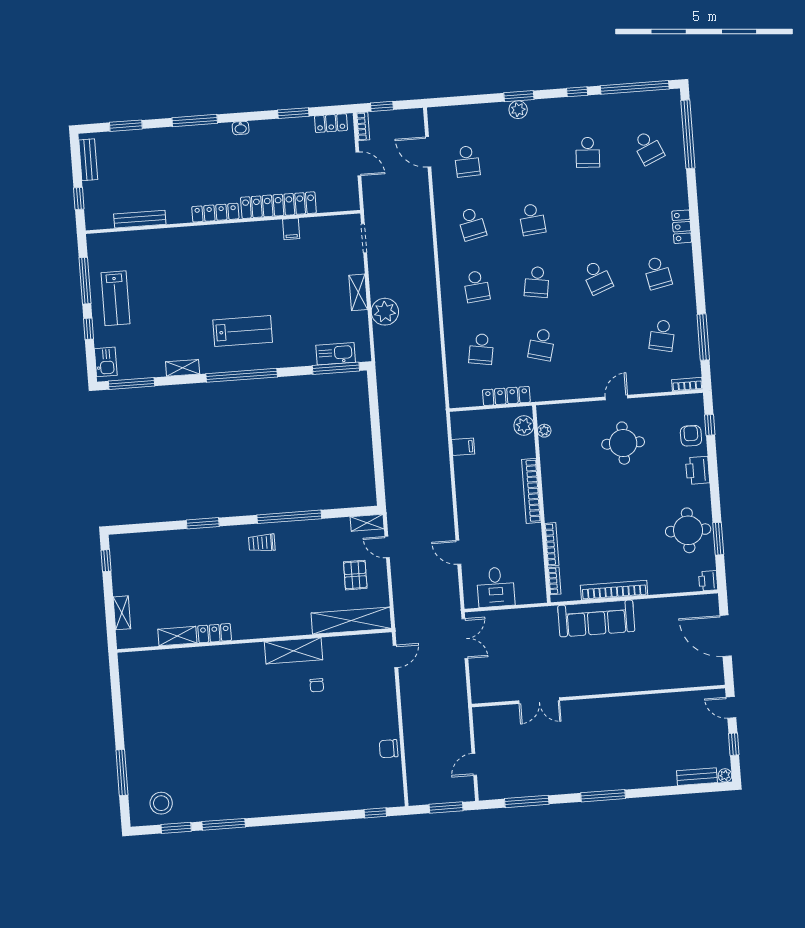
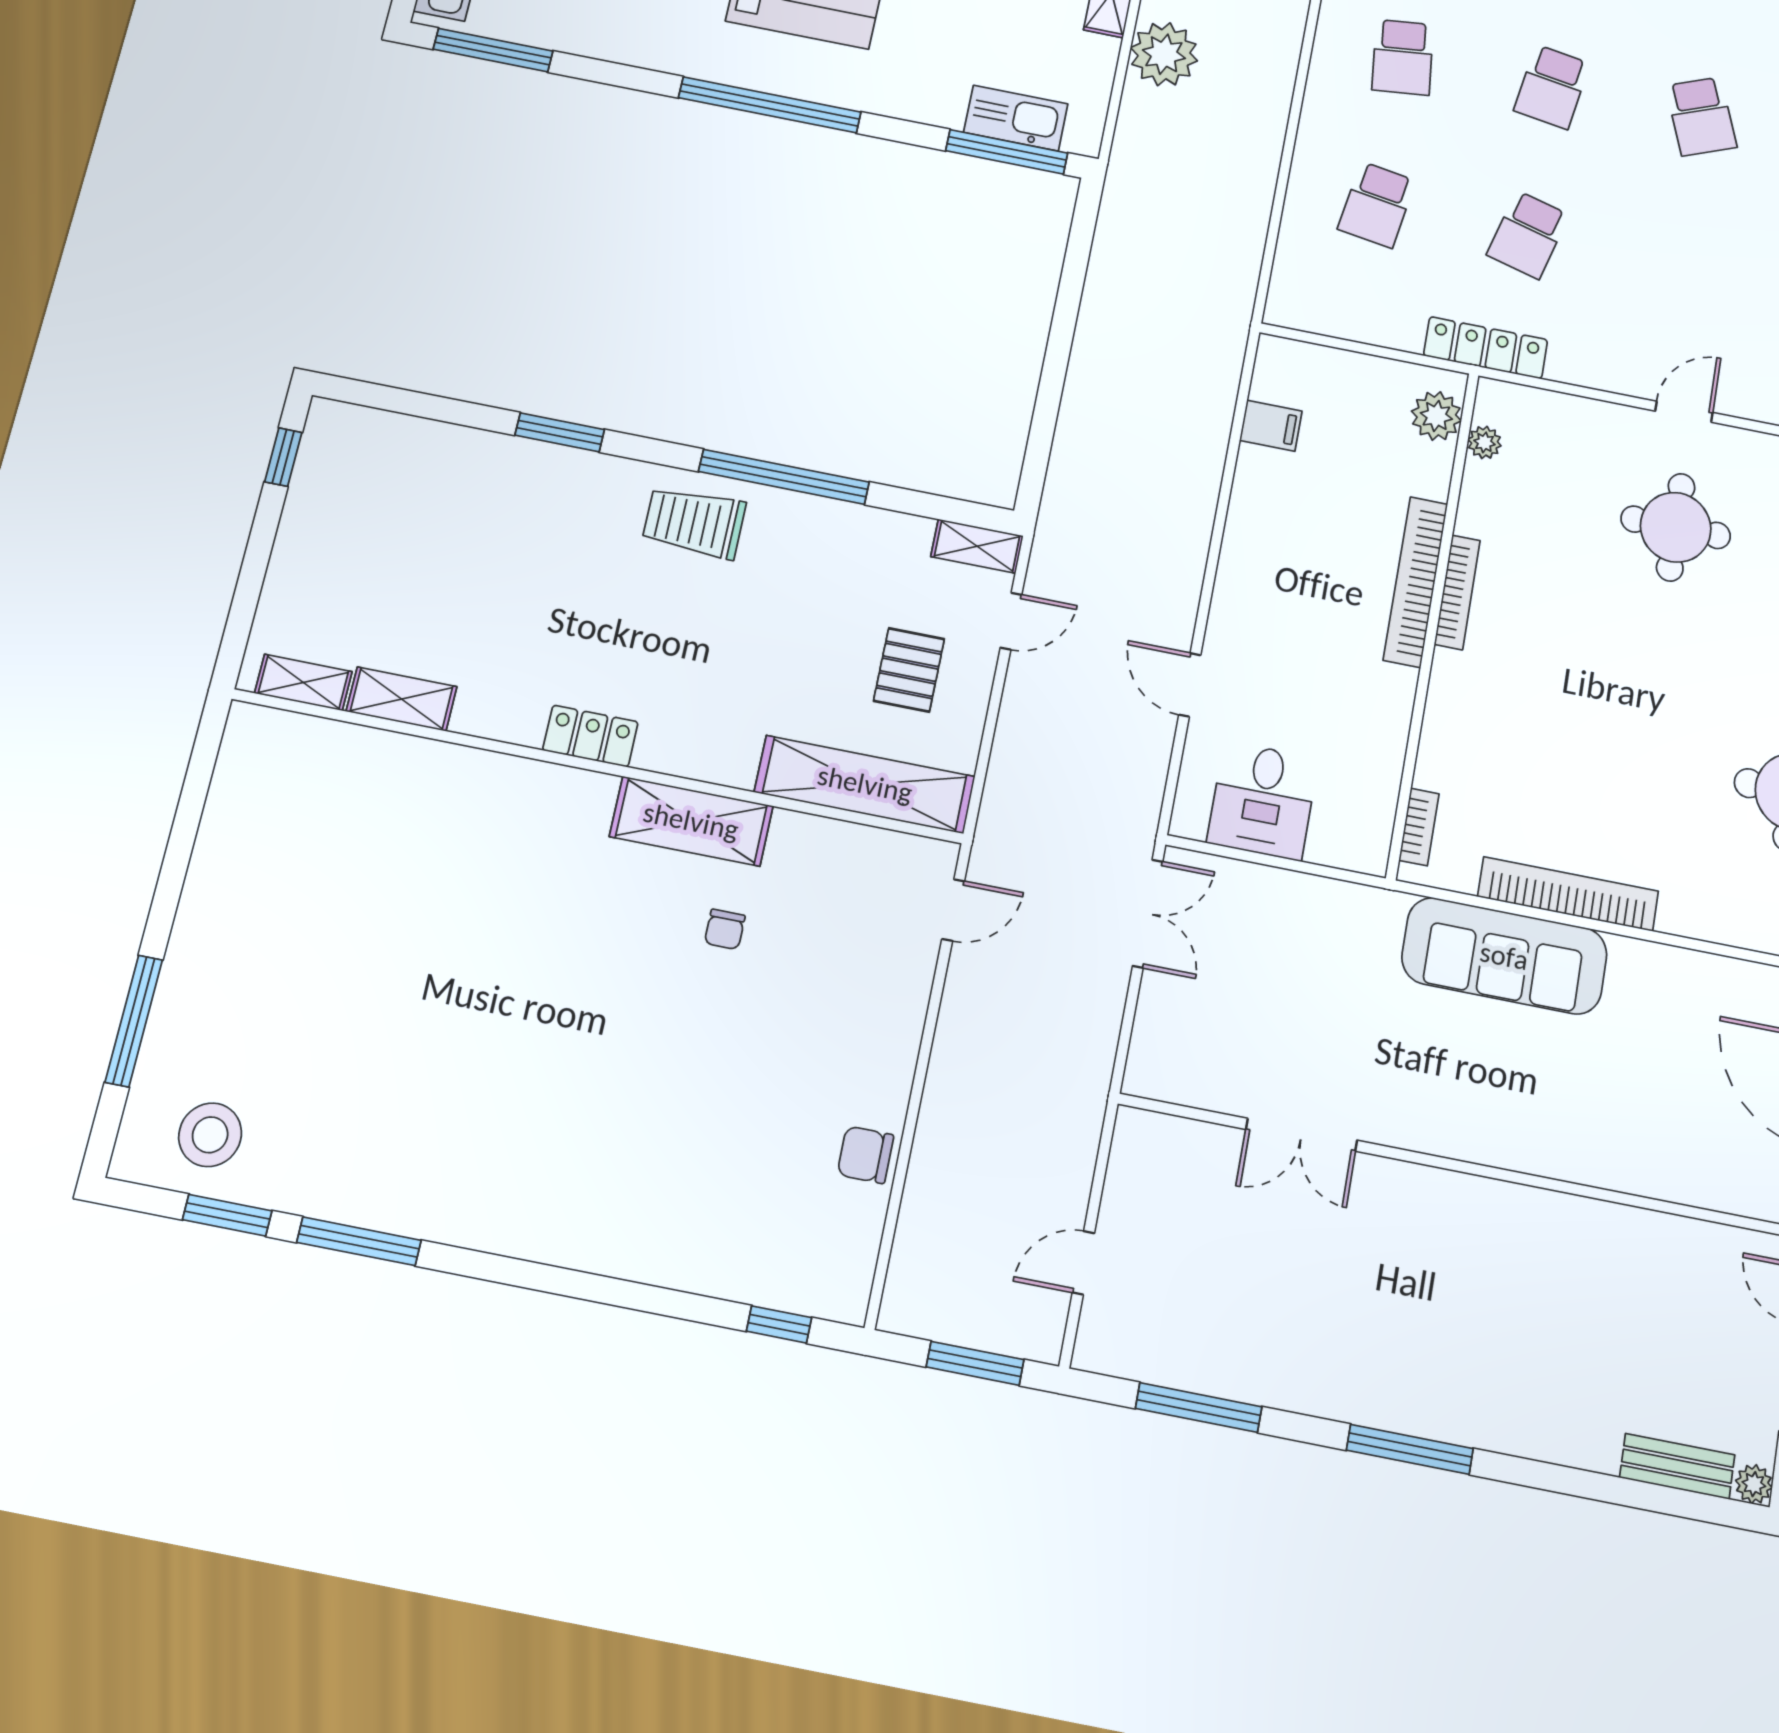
shelving: (183, 368) -> (630, 48), removed
locker: (506, 396) -> (1486, 348), moved
trolley: (262, 543) -> (694, 522), width x1.36, depth x1.39
bookcase: (552, 544) -> (1457, 592), moved
door: (387, 547) -> (1011, 621), swing flipped
shelving: (122, 613) -> (303, 682), moved, turned 90
locker: (215, 633) -> (590, 736), moved

